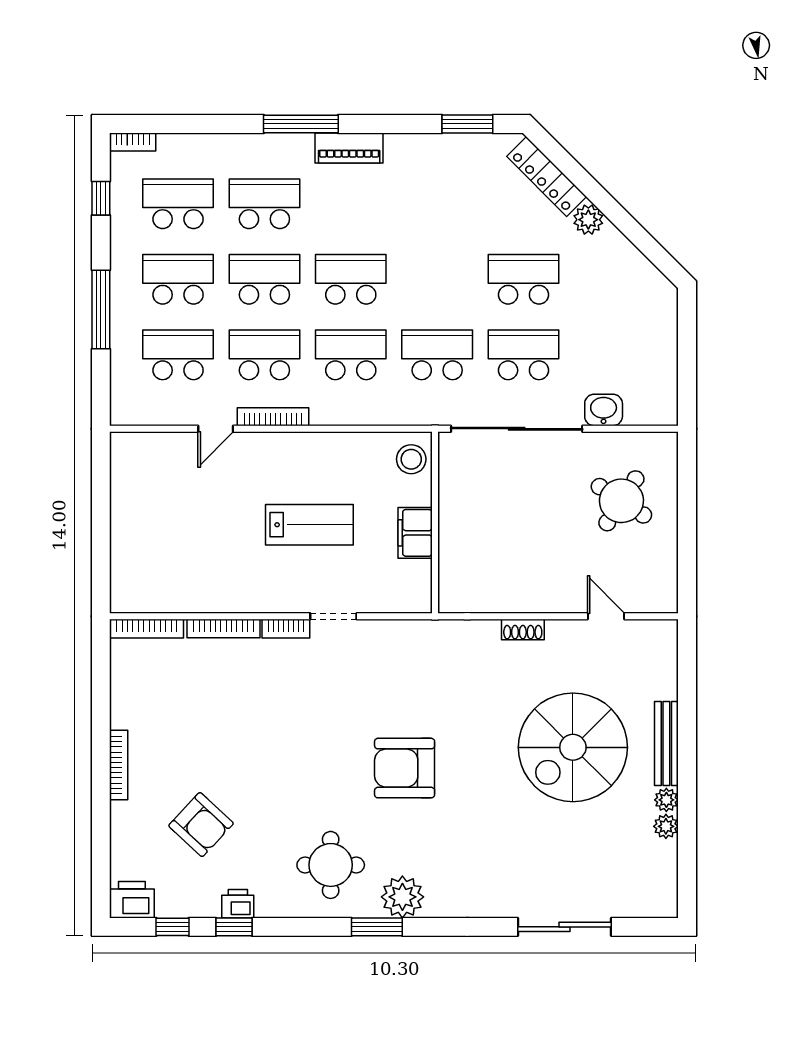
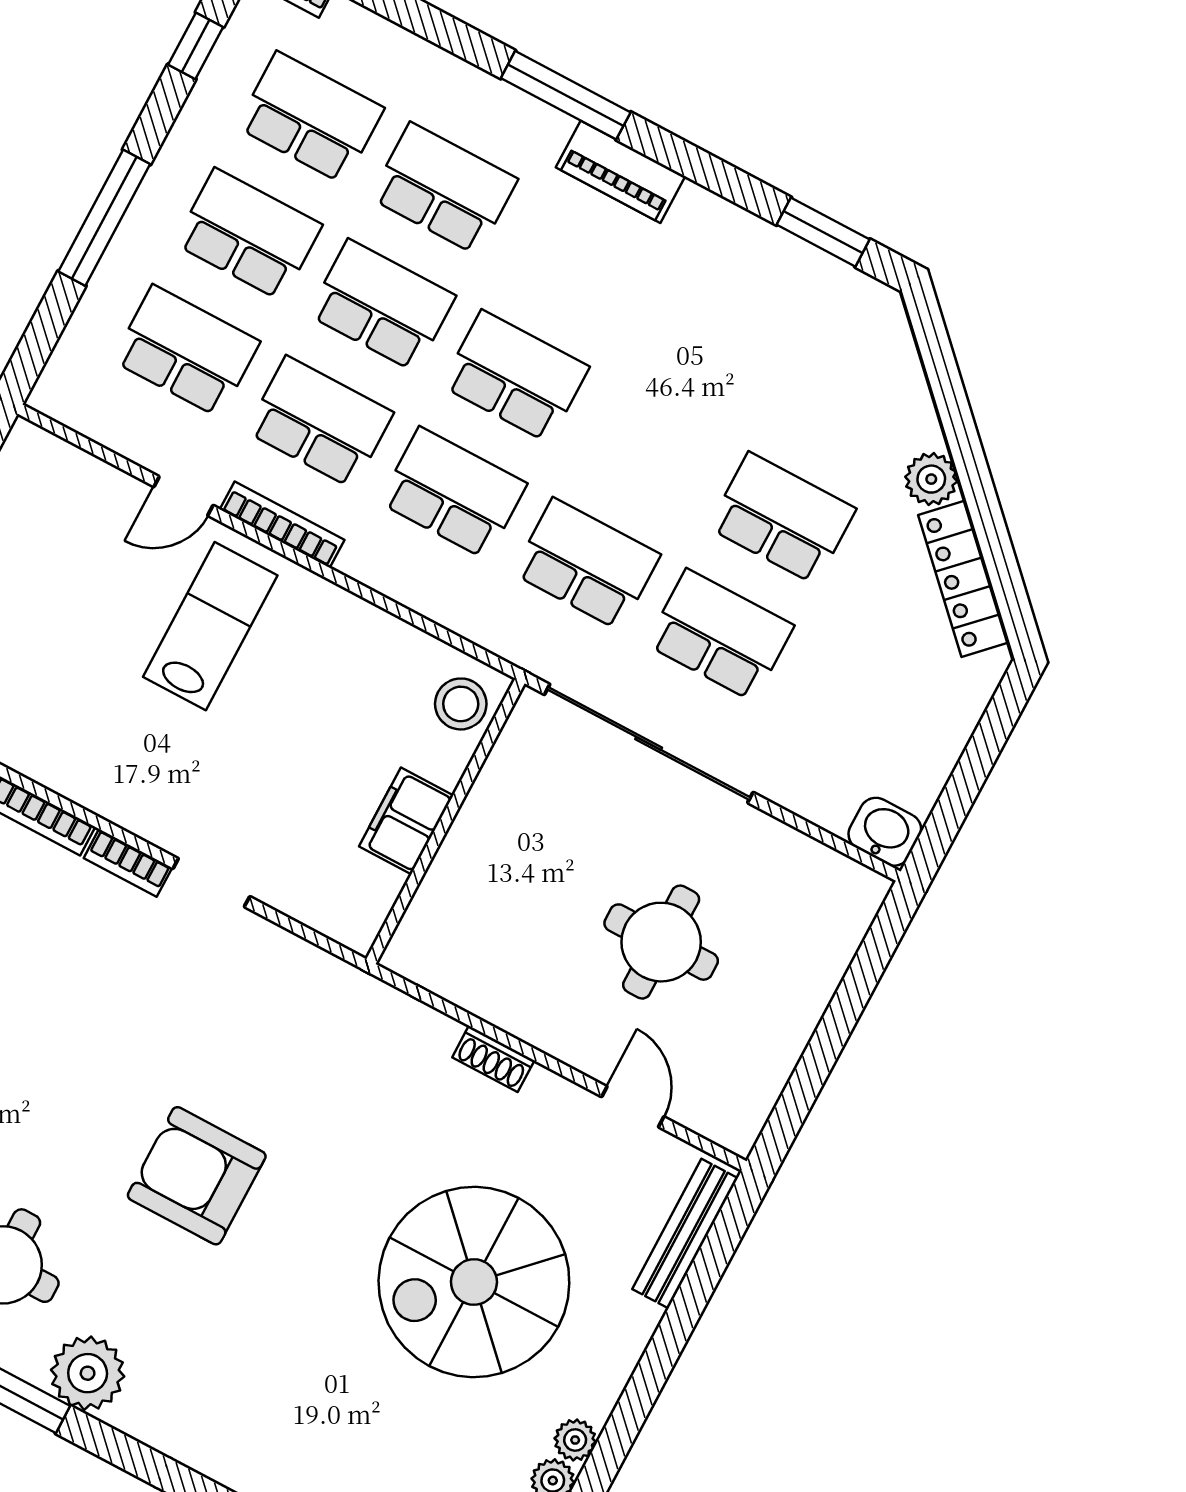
locker: (547, 177) -> (963, 579), moved
washbasin: (604, 410) -> (885, 832), moved
round table: (621, 501) -> (661, 942), moved, turned -33
lab bench: (309, 525) -> (210, 626), moved, turned -90
bench: (666, 743) -> (685, 1234), moved

